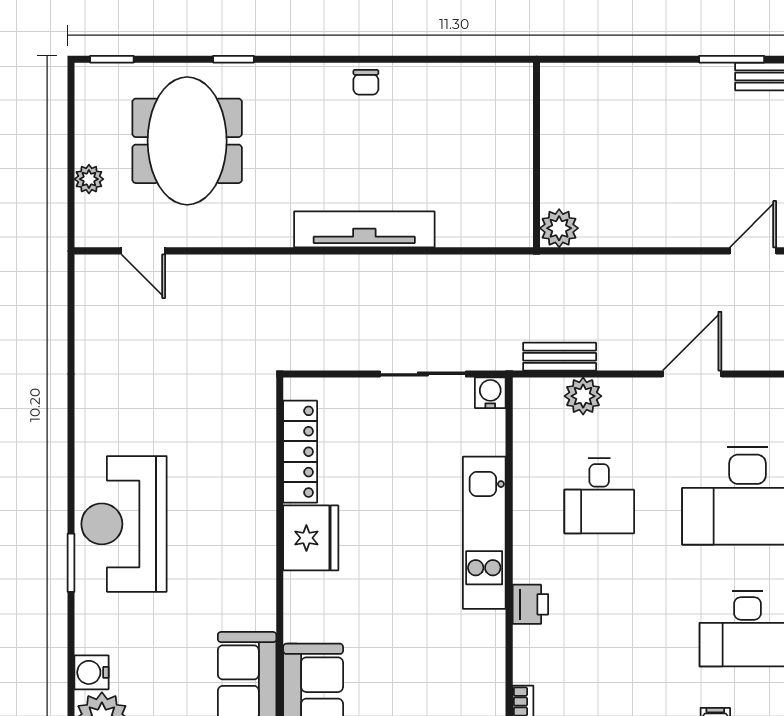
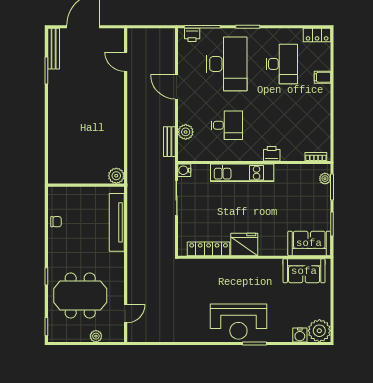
wall: (536, 155) -> (86, 185), moved
plant: (559, 228) -> (116, 176), moved

